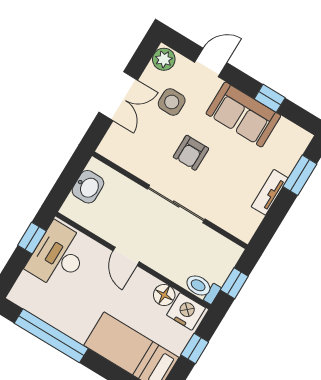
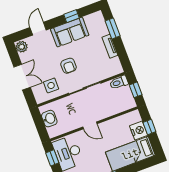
side table: (172, 102) -> (51, 85), moved
toilet: (202, 288) -> (119, 82), moved
floor lamp: (164, 295) -> (118, 122), removed
nightstand: (186, 311) -> (139, 130), moved, turned 90

